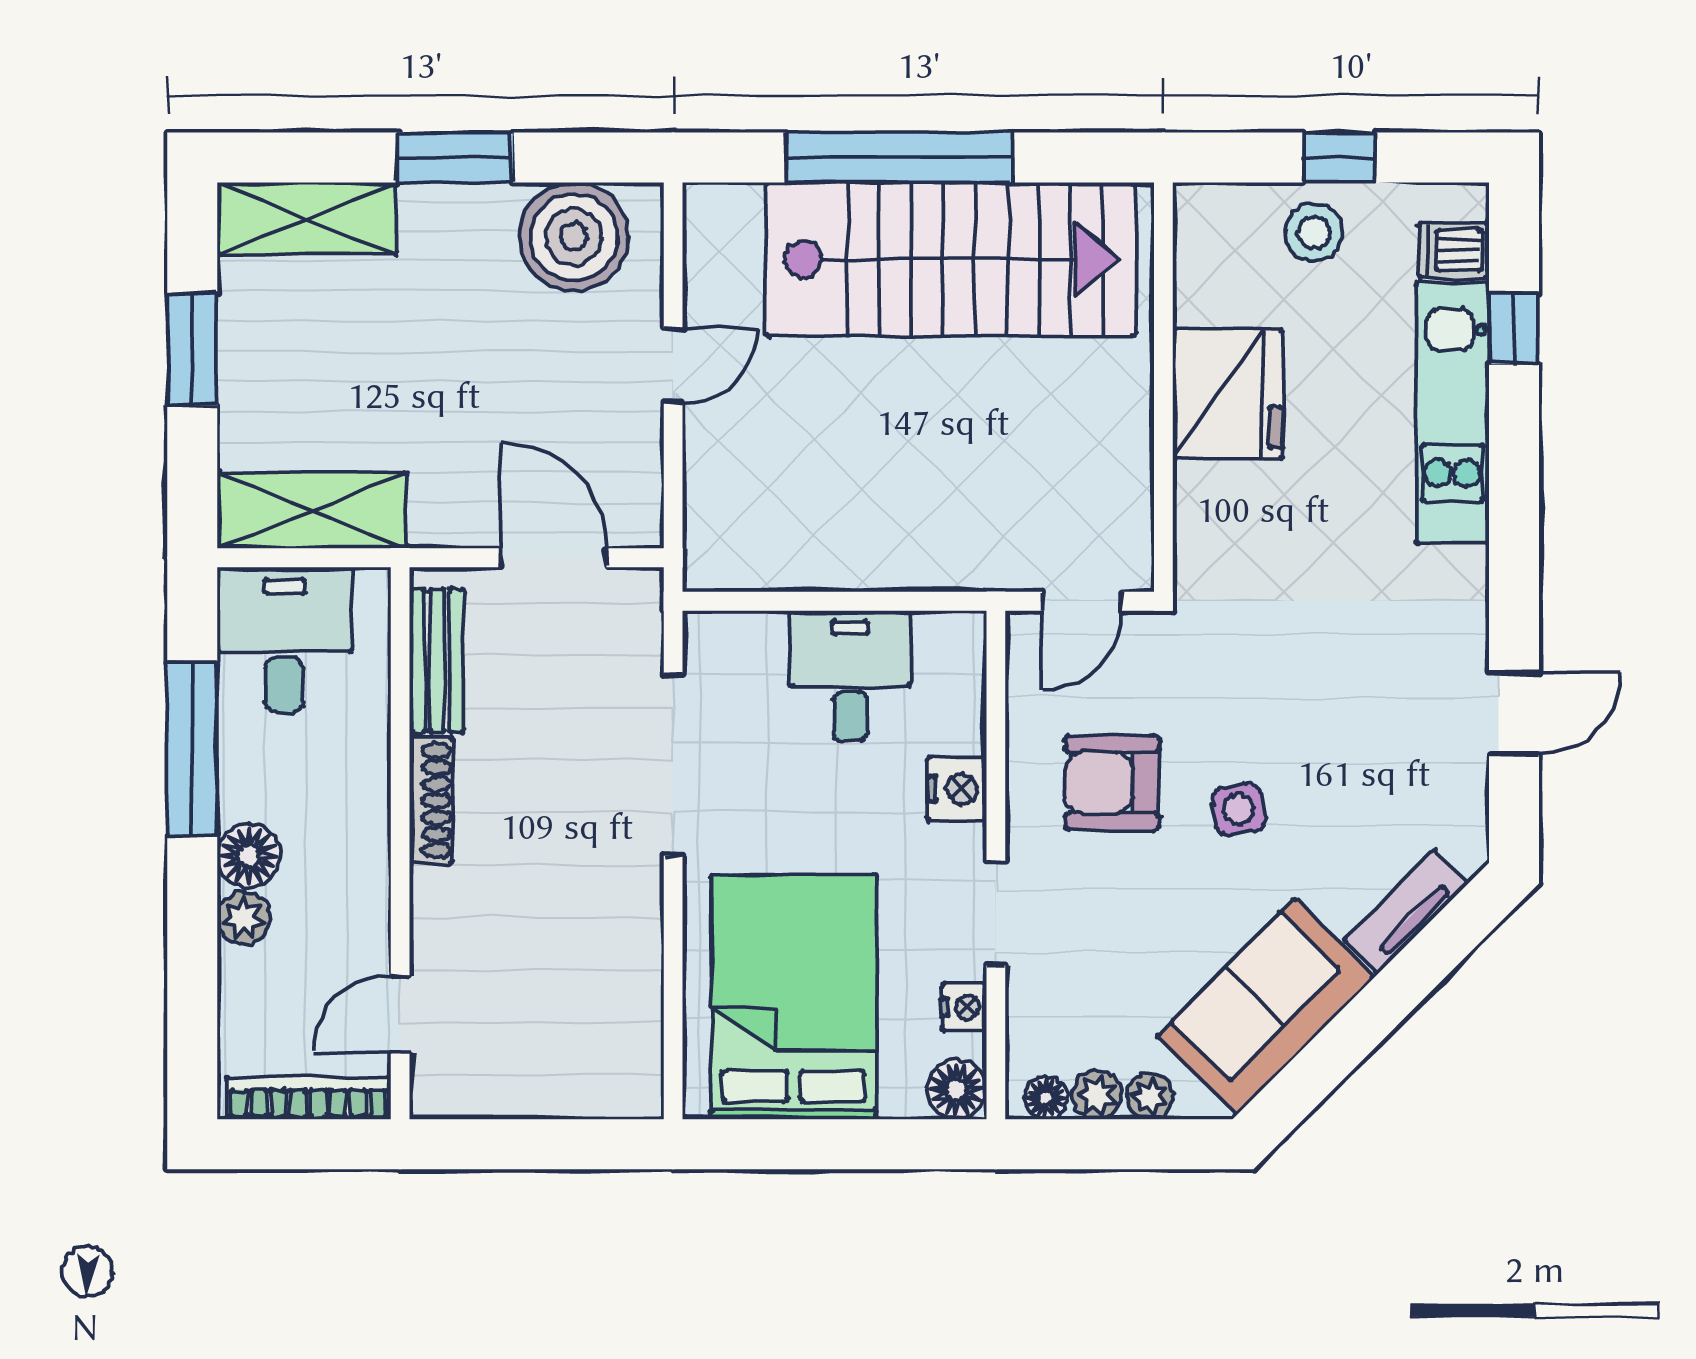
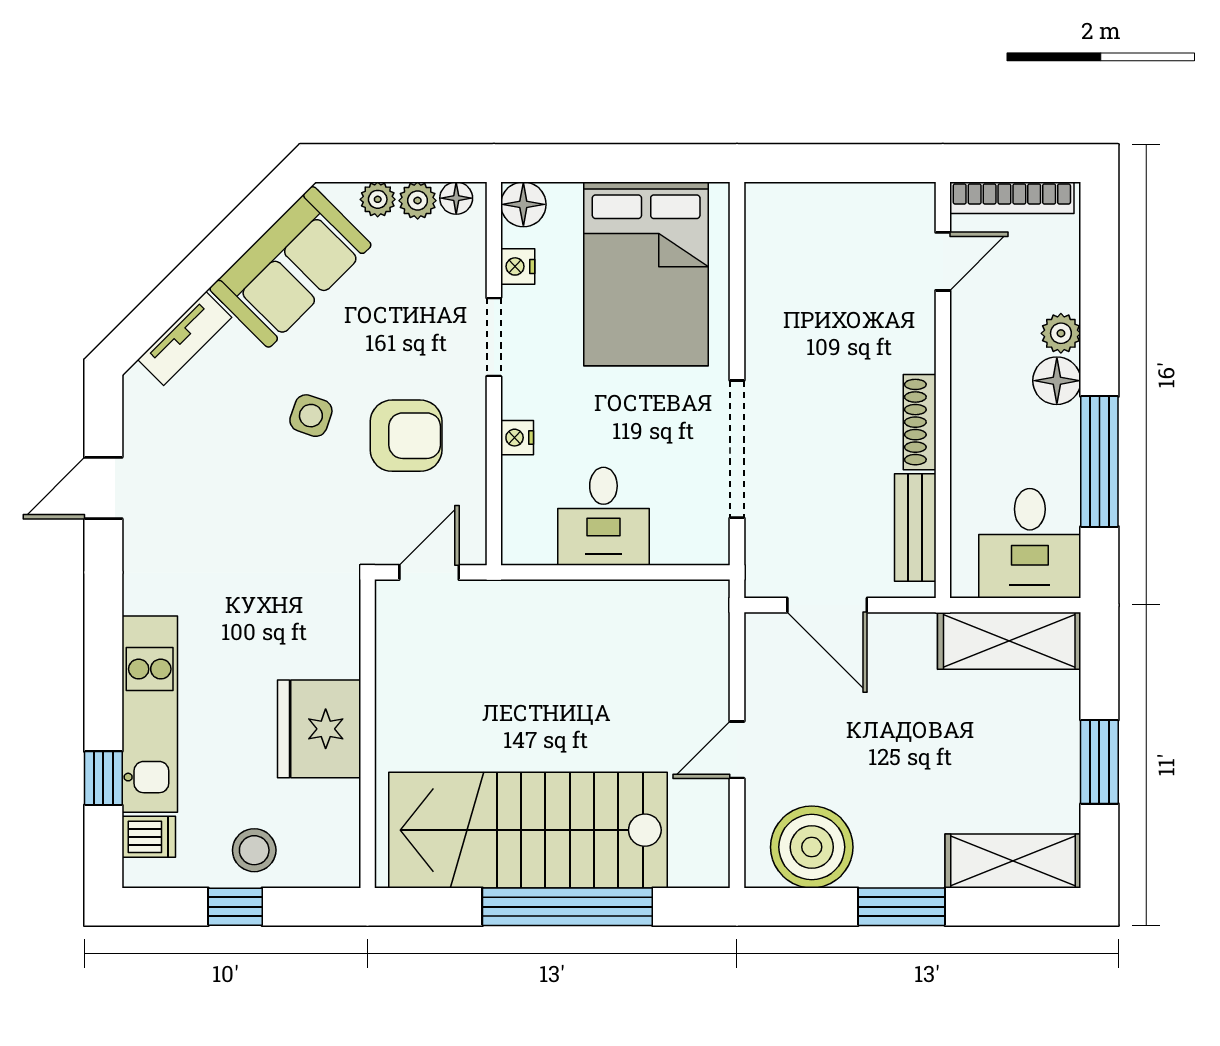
nightstand: (957, 789) -> (517, 438), width x0.72, depth x0.74
side table: (1239, 809) -> (311, 416), turned 30

